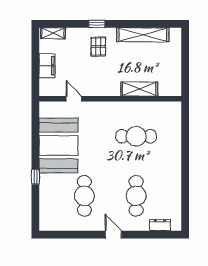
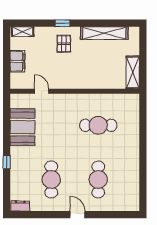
shelving: (139, 89) -> (133, 72), moved, turned 90
booth: (59, 146) -> (23, 127), width x0.73, depth x0.70
dresser: (160, 225) -> (20, 206), moved

